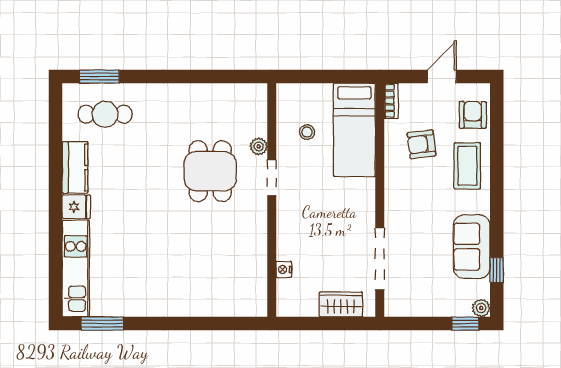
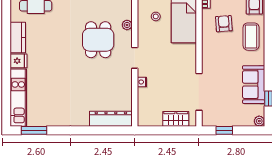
armchair: (422, 144) -> (224, 24), turned 93
doorway: (272, 178) -> (135, 58), moved
nightstand: (284, 269) -> (142, 82), moved
dresser: (232, 304) -> (111, 119), added
window: (465, 324) -> (224, 130), moved

